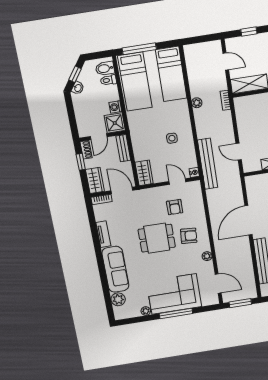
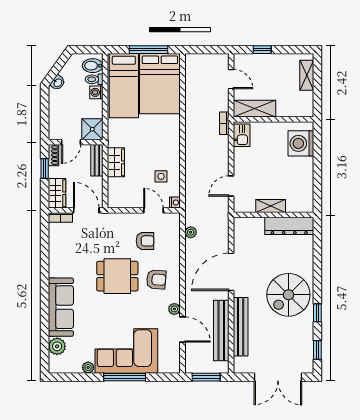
window: (139, 49) -> (149, 50), moved
window: (75, 74) -> (58, 67), removed
bed: (171, 74) -> (160, 84), width x1.50
plant: (197, 103) -> (191, 232), moved
washing machine: (115, 107) -> (96, 92), moved
kitchen sink: (241, 108) -> (242, 135), added
side table: (172, 138) -> (161, 176), moved
door: (239, 152) -> (231, 186), hinge flipped
bench: (208, 164) -> (221, 331), moved
wardrobe: (144, 173) -> (116, 162), moved
armchair: (175, 207) -> (145, 241), turned -90
tv unit: (103, 234) -> (55, 260), removed
door: (218, 284) -> (183, 329), moved

